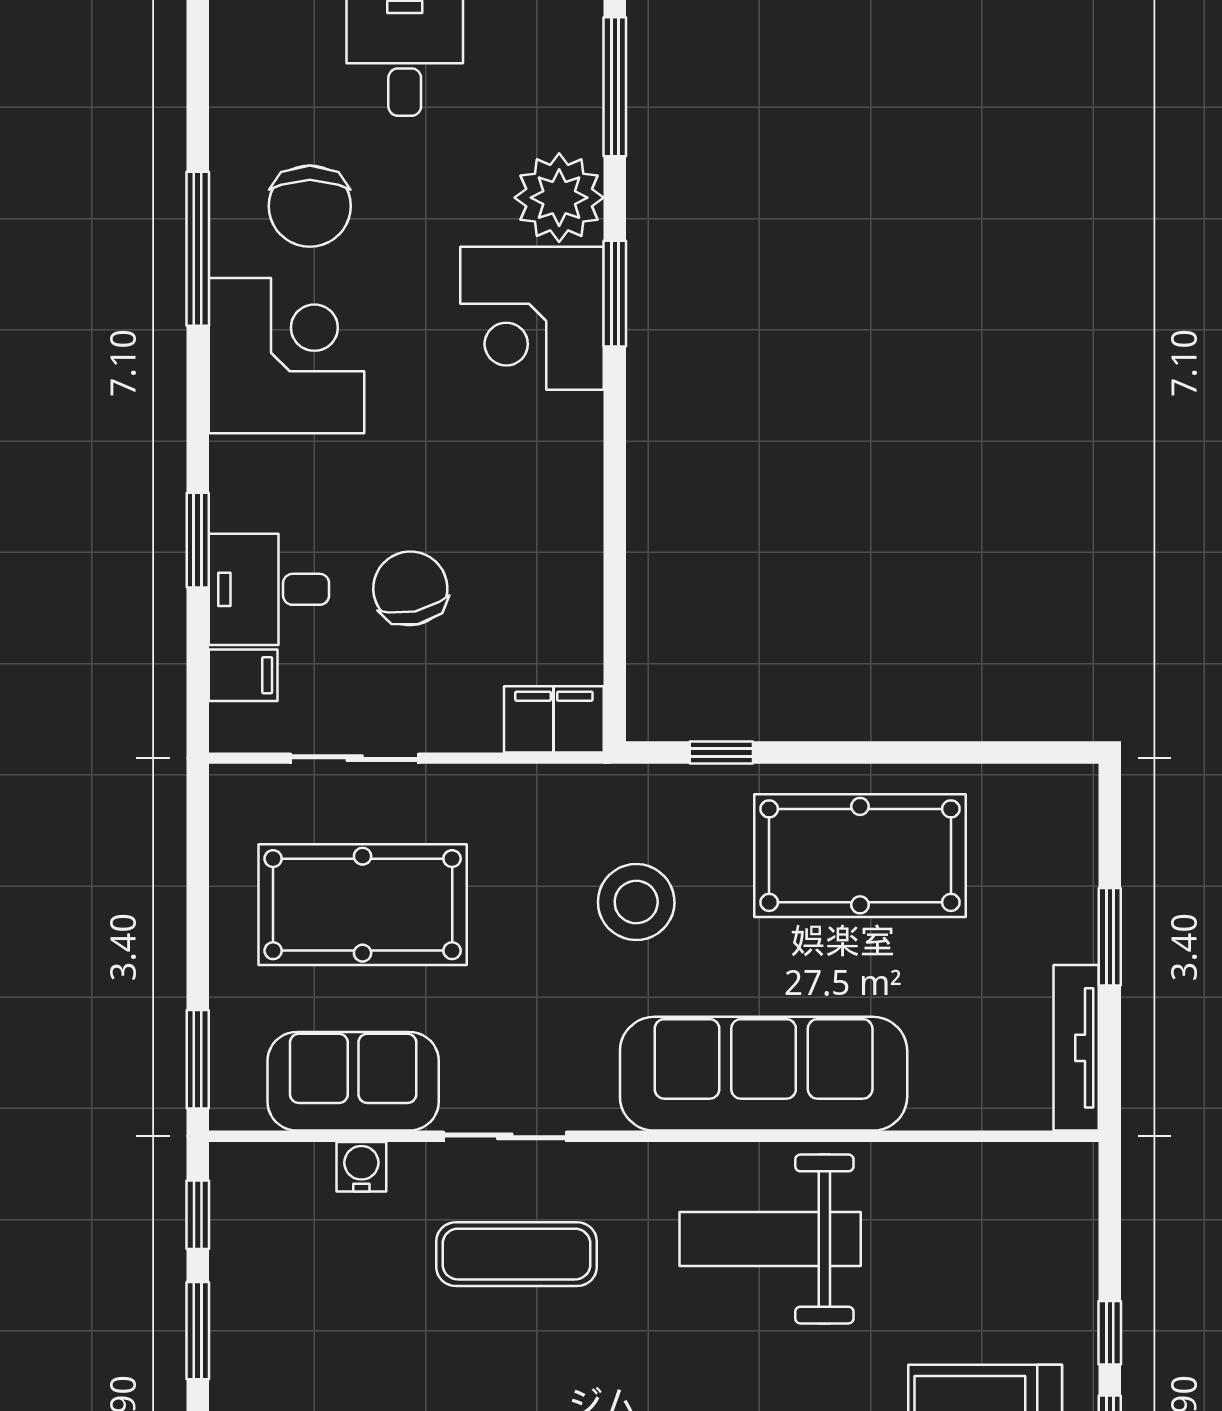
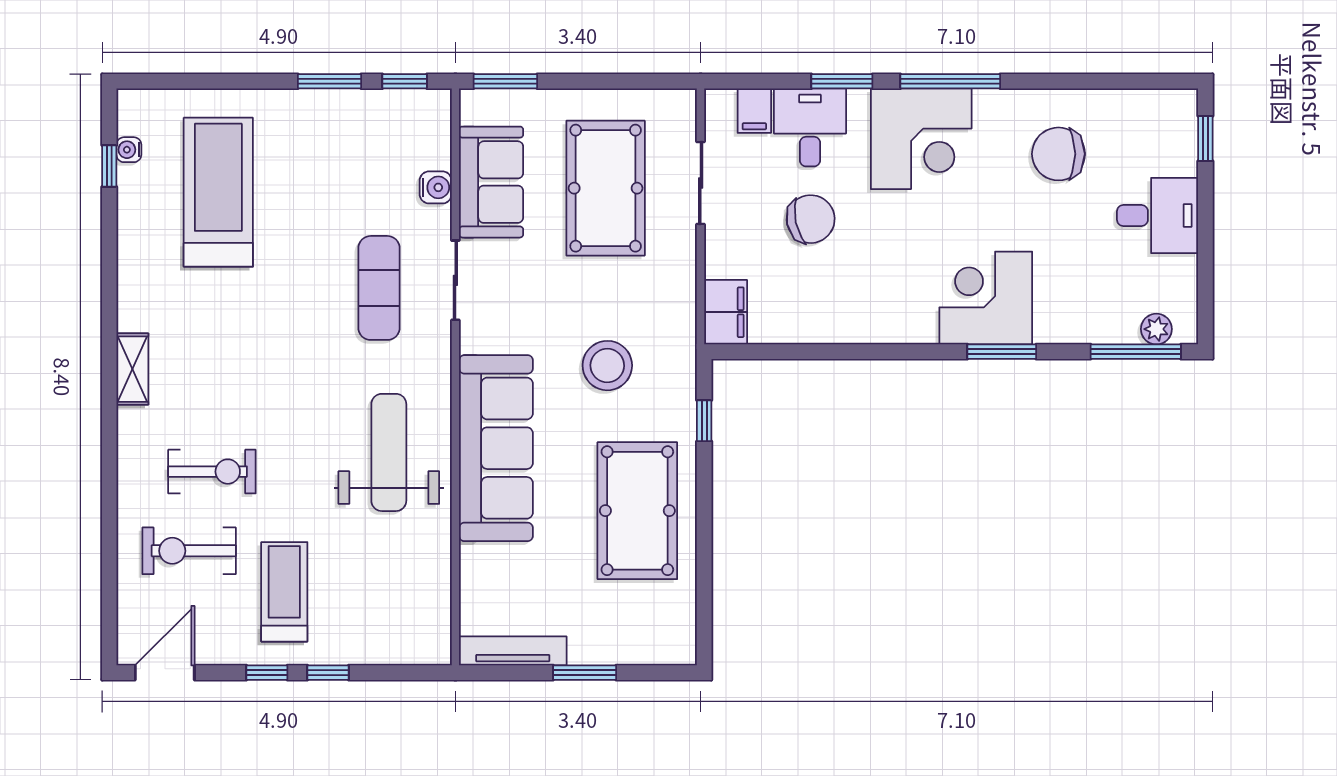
plant: (559, 198) -> (1156, 329), moved, width x0.53, depth x0.53
window: (198, 249) -> (950, 81), moved
corner desk: (286, 356) -> (921, 139), moved

